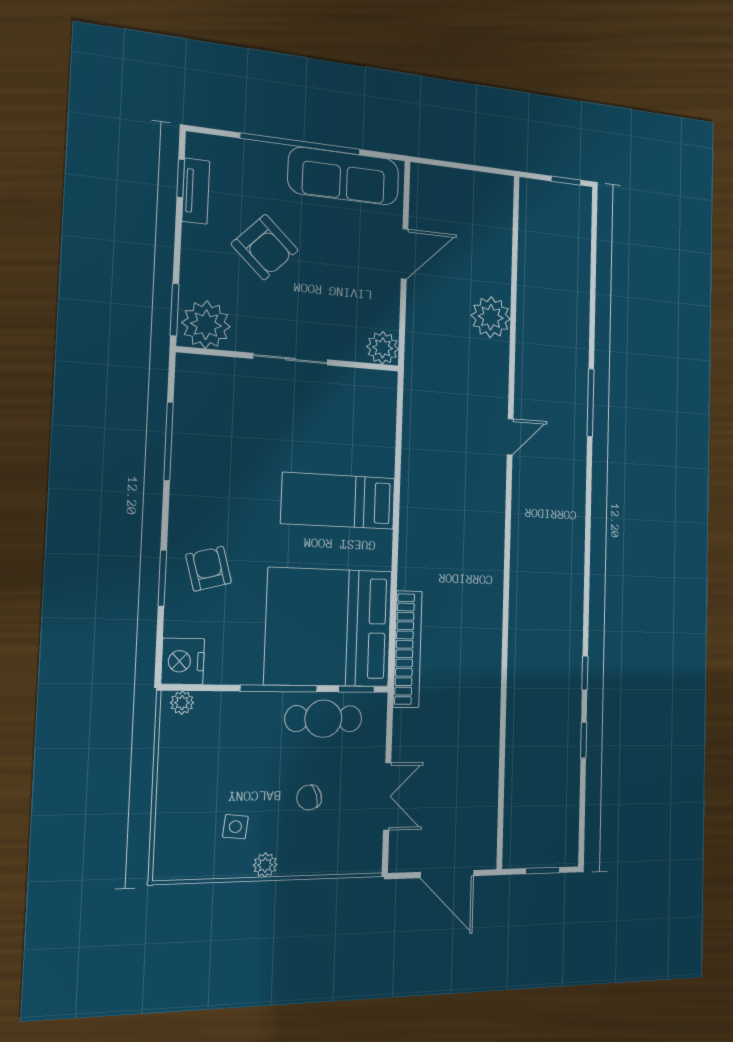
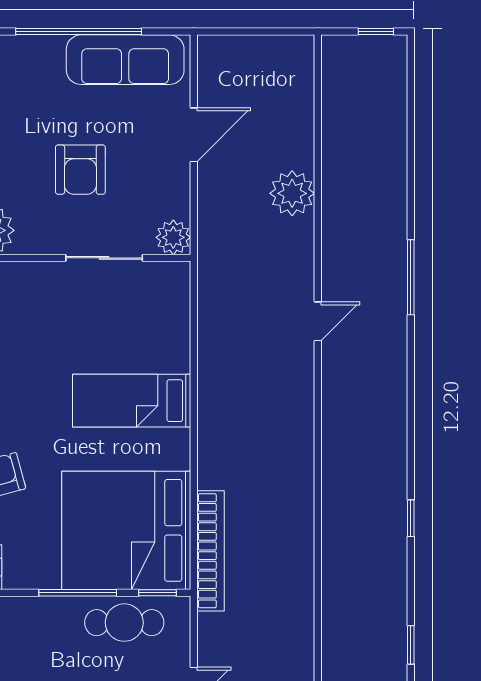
armchair: (265, 247) -> (80, 170), moved, turned 46
sliding door: (290, 359) -> (104, 258), moved
window: (585, 673) -> (411, 518), moved

